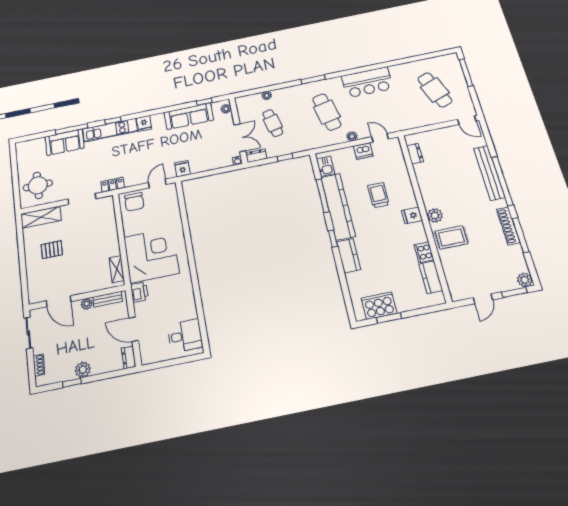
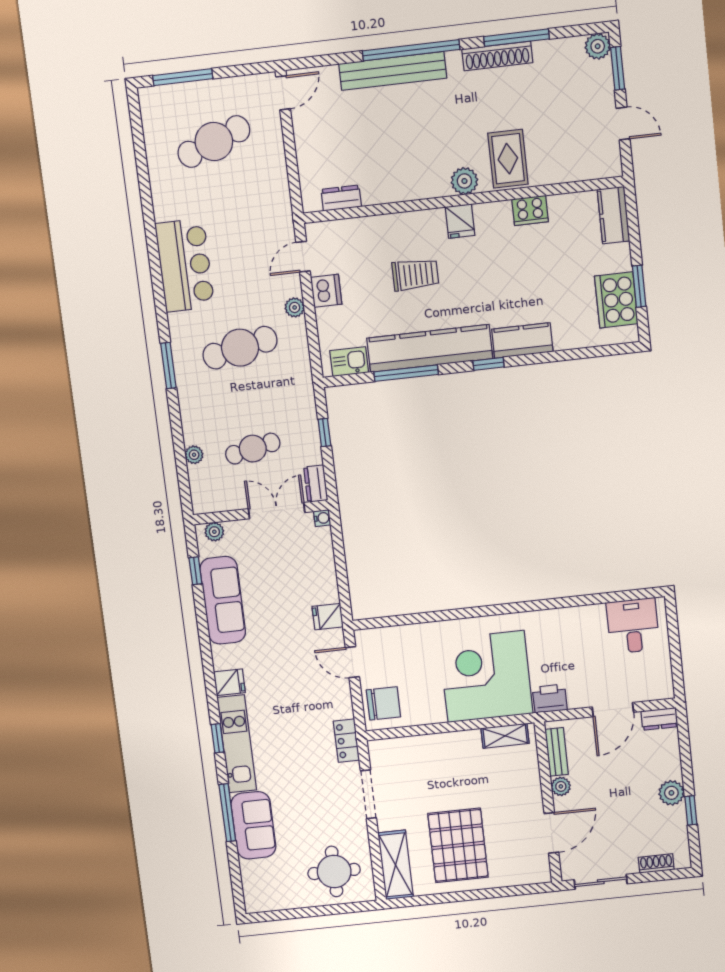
trolley: (378, 195) -> (415, 275), turned 180
pallet: (52, 250) -> (458, 845), width x2.05, depth x2.00
kitchen counter: (431, 277) -> (614, 215), moved, turned 90

